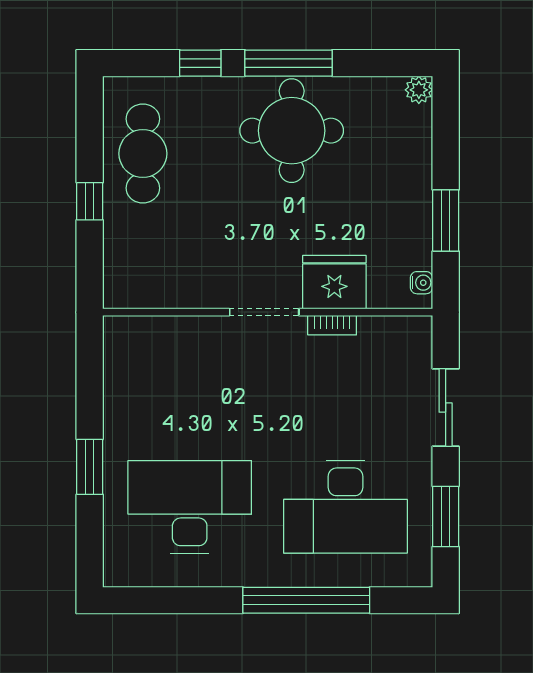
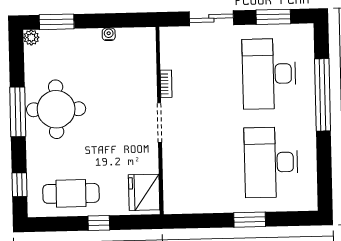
window: (200, 63) -> (19, 185), moved
window: (446, 221) -> (57, 22), moved
fridge: (334, 282) -> (144, 192), moved
water cooler: (421, 283) -> (109, 34), moved
desk: (346, 507) -> (269, 74), turned 180

